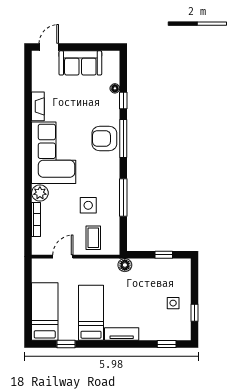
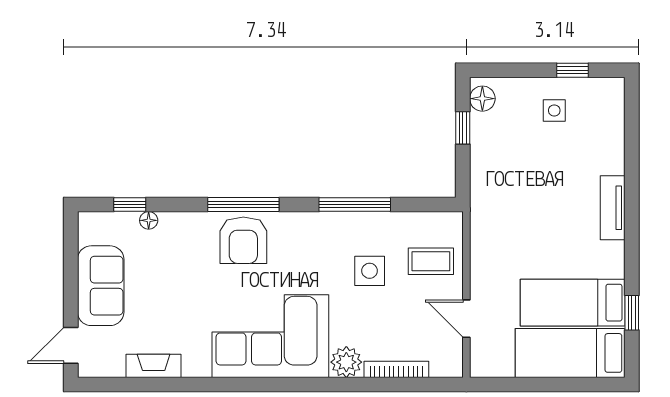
door: (49, 47) -> (71, 345), hinge flipped
window: (123, 100) -> (130, 205), moved
fireplace: (38, 106) -> (154, 366), moved
floor lamp: (125, 265) -> (482, 99), moved
bed: (91, 313) -> (573, 303), moved
window: (167, 344) -> (632, 123), removed

